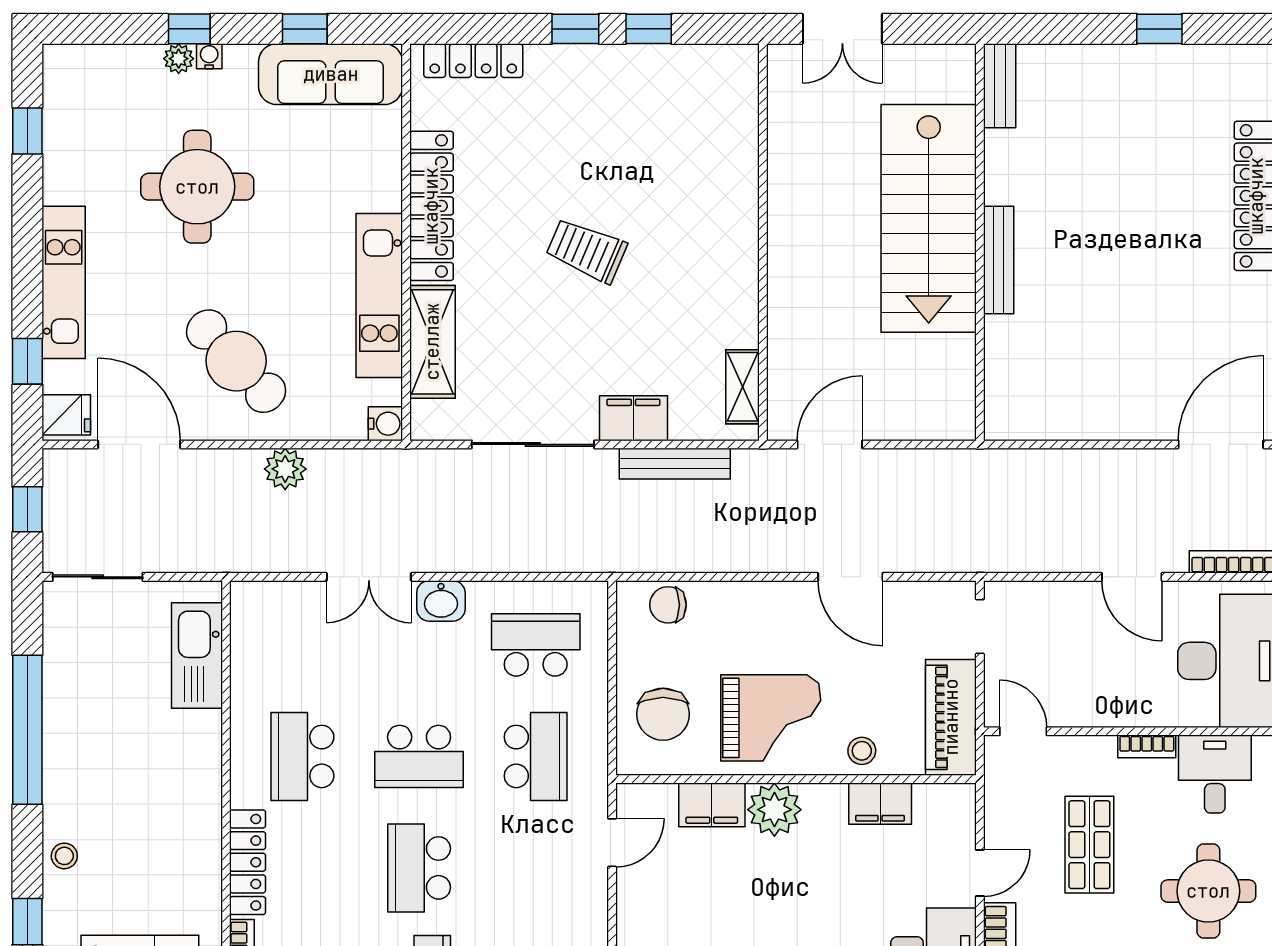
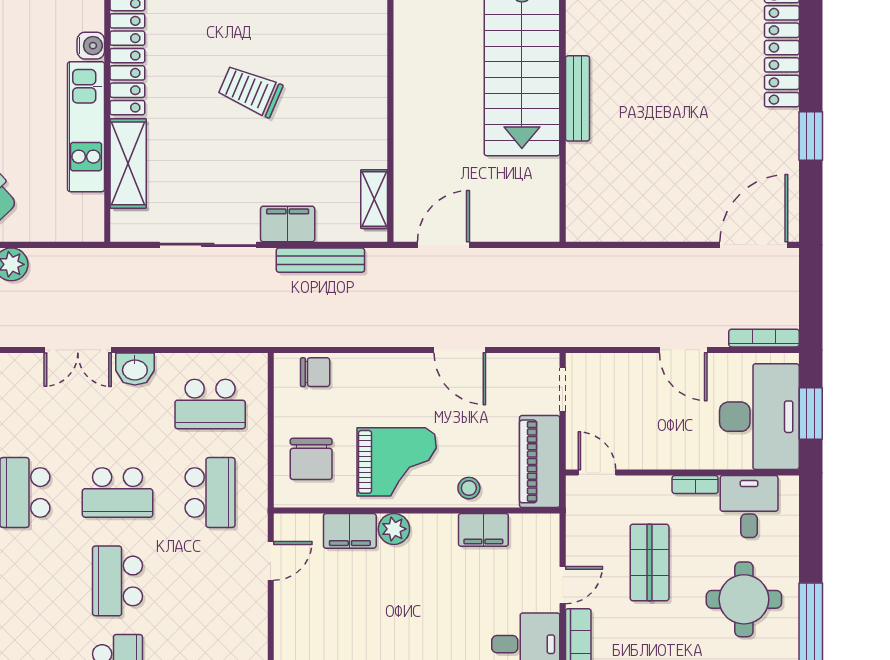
water cooler: (385, 424) -> (91, 46), moved
chair: (668, 605) -> (315, 372), turned 180
school desk: (536, 645) -> (210, 404), turned 180
plant: (774, 810) -> (394, 529), width x0.73, depth x0.73

